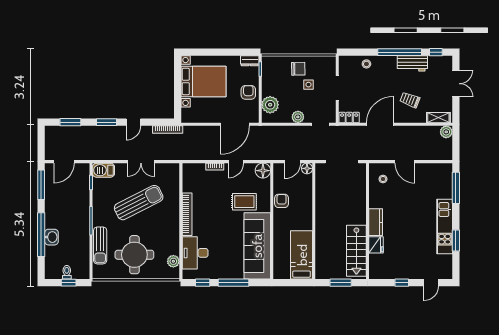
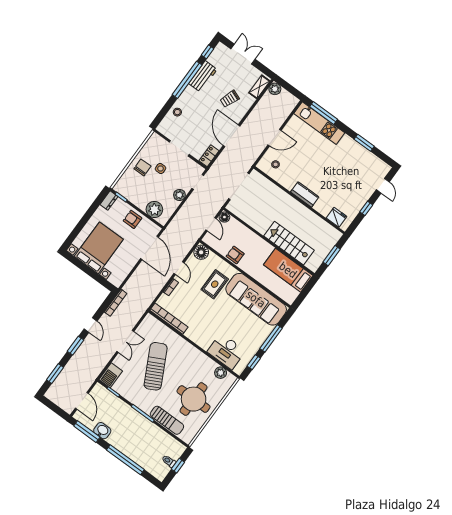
bookcase: (187, 214) -> (169, 319), moved
kitchen unit: (445, 227) -> (319, 123), moved
washbasin: (51, 237) -> (102, 431), moved
fridge: (376, 245) -> (336, 217), moved
stairs: (356, 251) -> (289, 243), moved, turned 180

